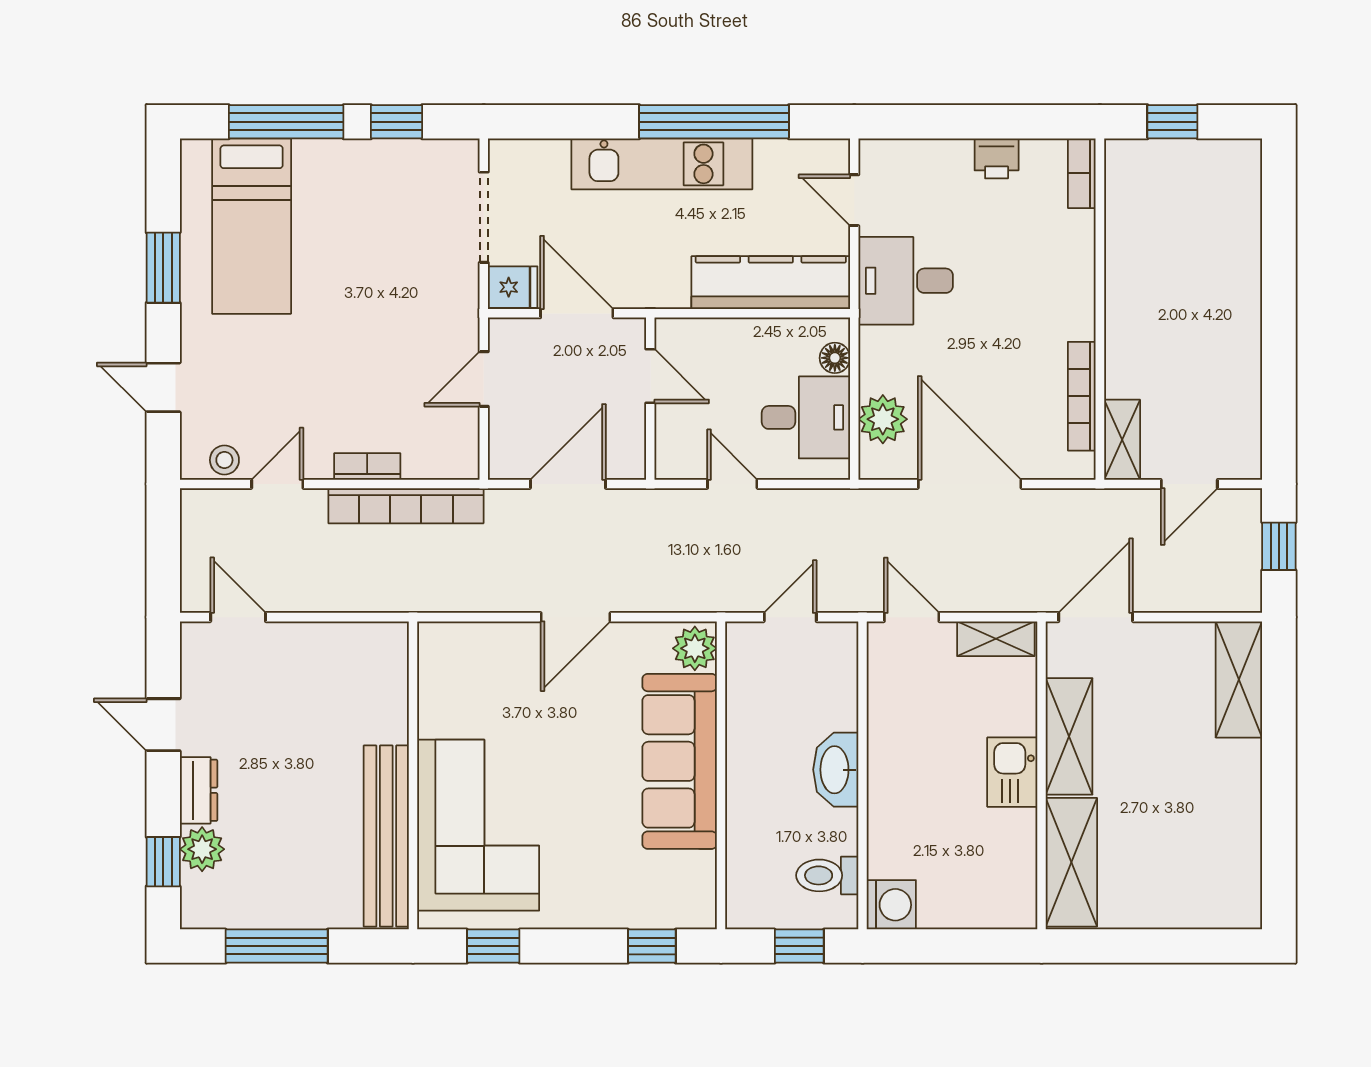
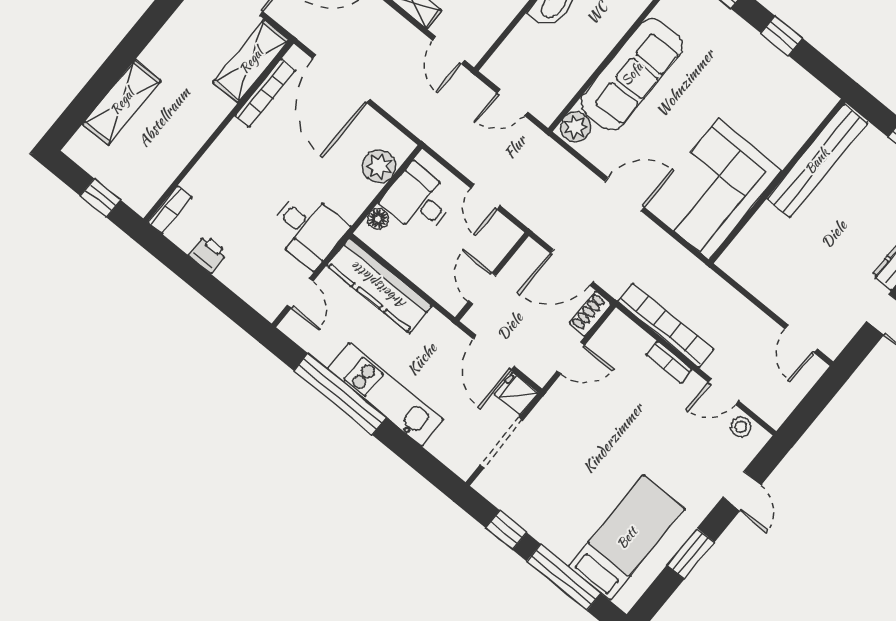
shelving: (1238, 251) -> (122, 102), added
shelving: (1122, 440) -> (251, 61), width x1.50, depth x1.33
shoe rack: (503, 449) -> (590, 313), added
door: (970, 484) -> (341, 79), moved
corner sofa: (478, 825) -> (714, 189), moved
window: (493, 946) -> (782, 36), moved

